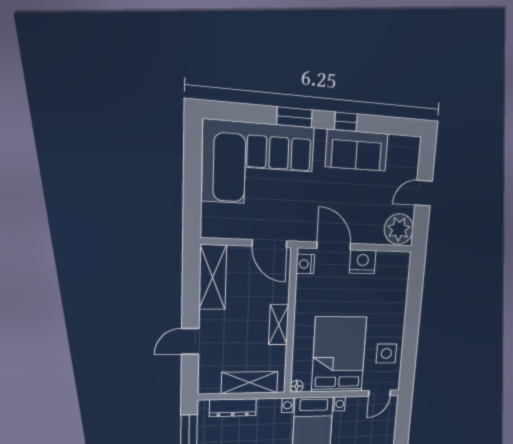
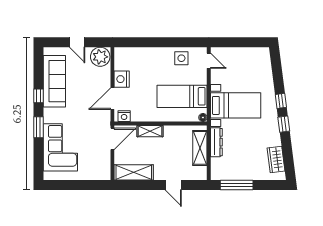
sofa: (357, 150) -> (54, 81), width x1.36
corner sofa: (258, 164) -> (60, 147), width x0.73, depth x0.74
shelving: (279, 325) -> (150, 131), moved
bed: (339, 355) -> (182, 96), width x0.67
dresser: (233, 408) -> (216, 142), moved

